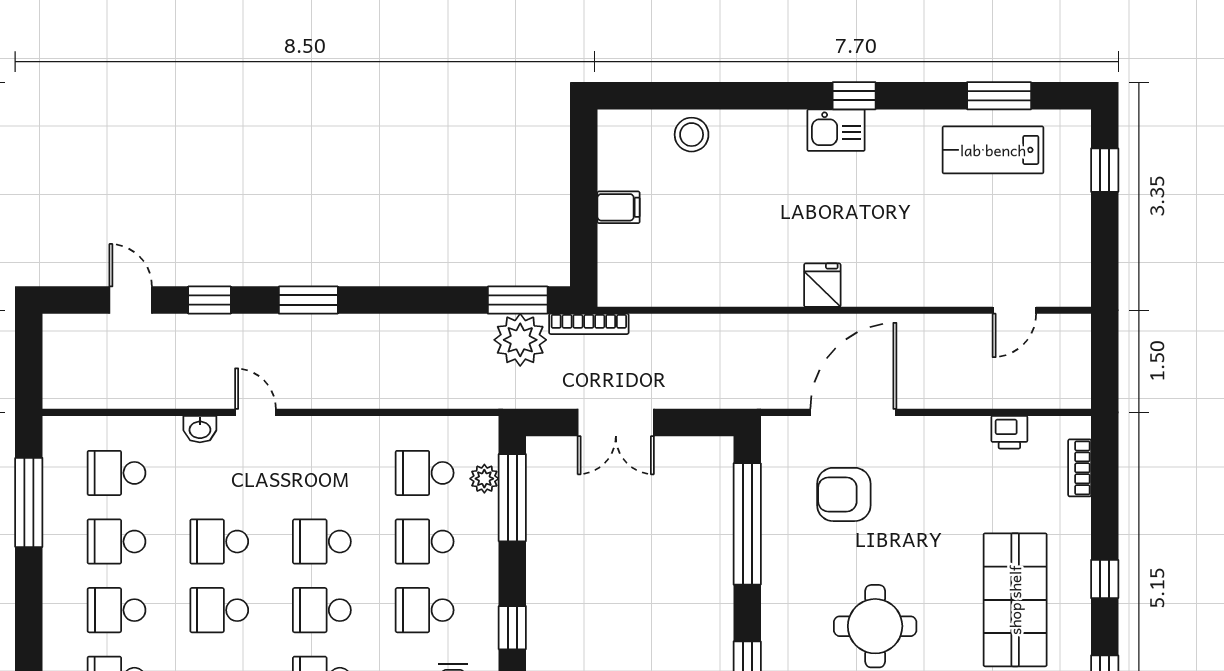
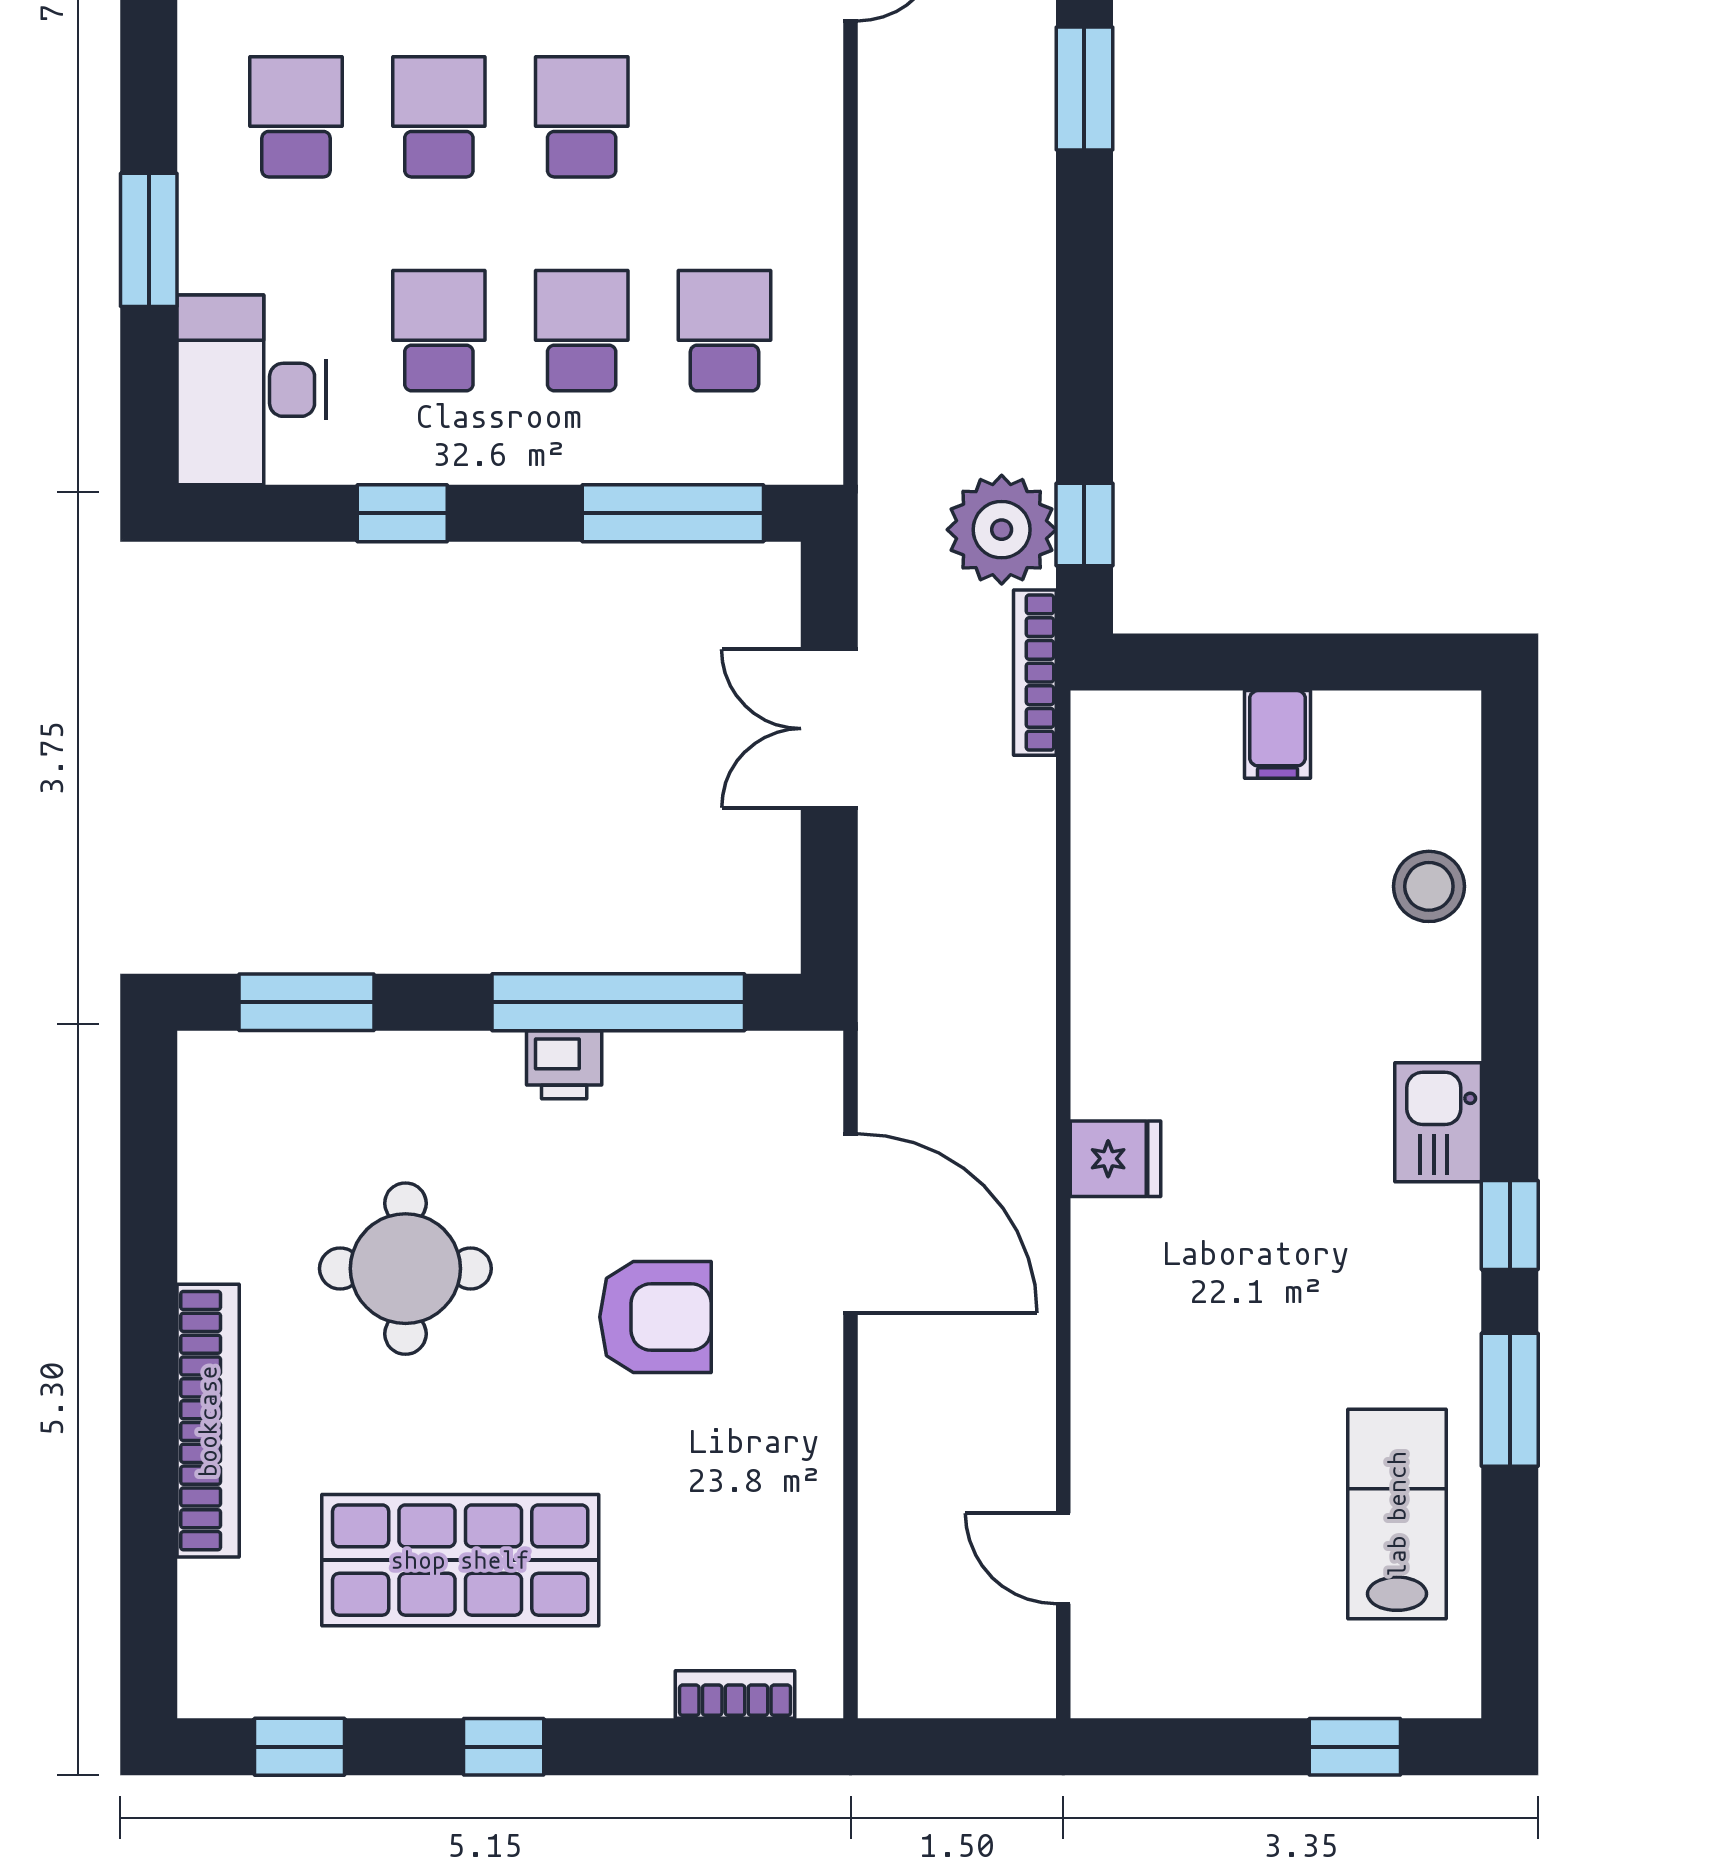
window: (999, 96) -> (1510, 1400), moved
kitchen sink: (836, 130) -> (1438, 1122), moved
window: (518, 300) -> (1084, 524), width x0.67
printer: (1009, 432) -> (564, 1065), moved, turned -90
plant: (484, 479) -> (713, 455), removed
armchair: (844, 494) -> (656, 1317), moved, turned 90

